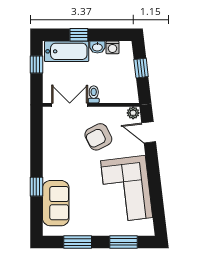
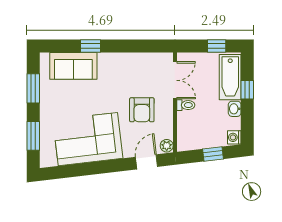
washing machine: (112, 47) -> (234, 137), moved
armchair: (98, 137) -> (142, 110), turned -153

